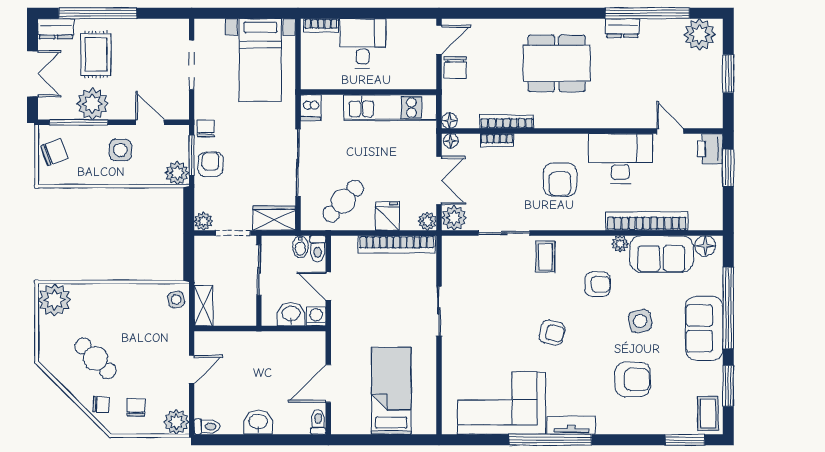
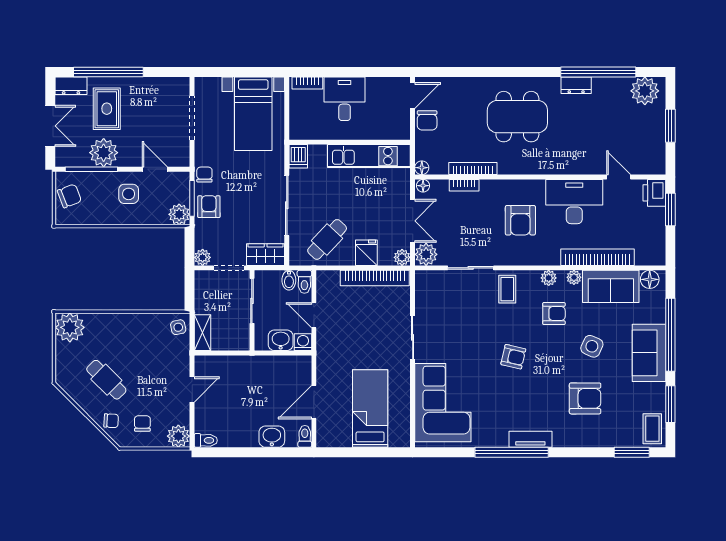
plant: (592, 244) -> (549, 278), added
side table: (640, 321) -> (592, 346), turned 35
corner sofa: (502, 403) -> (443, 403), moved, turned 90
washbasin: (258, 422) -> (272, 437), moved

